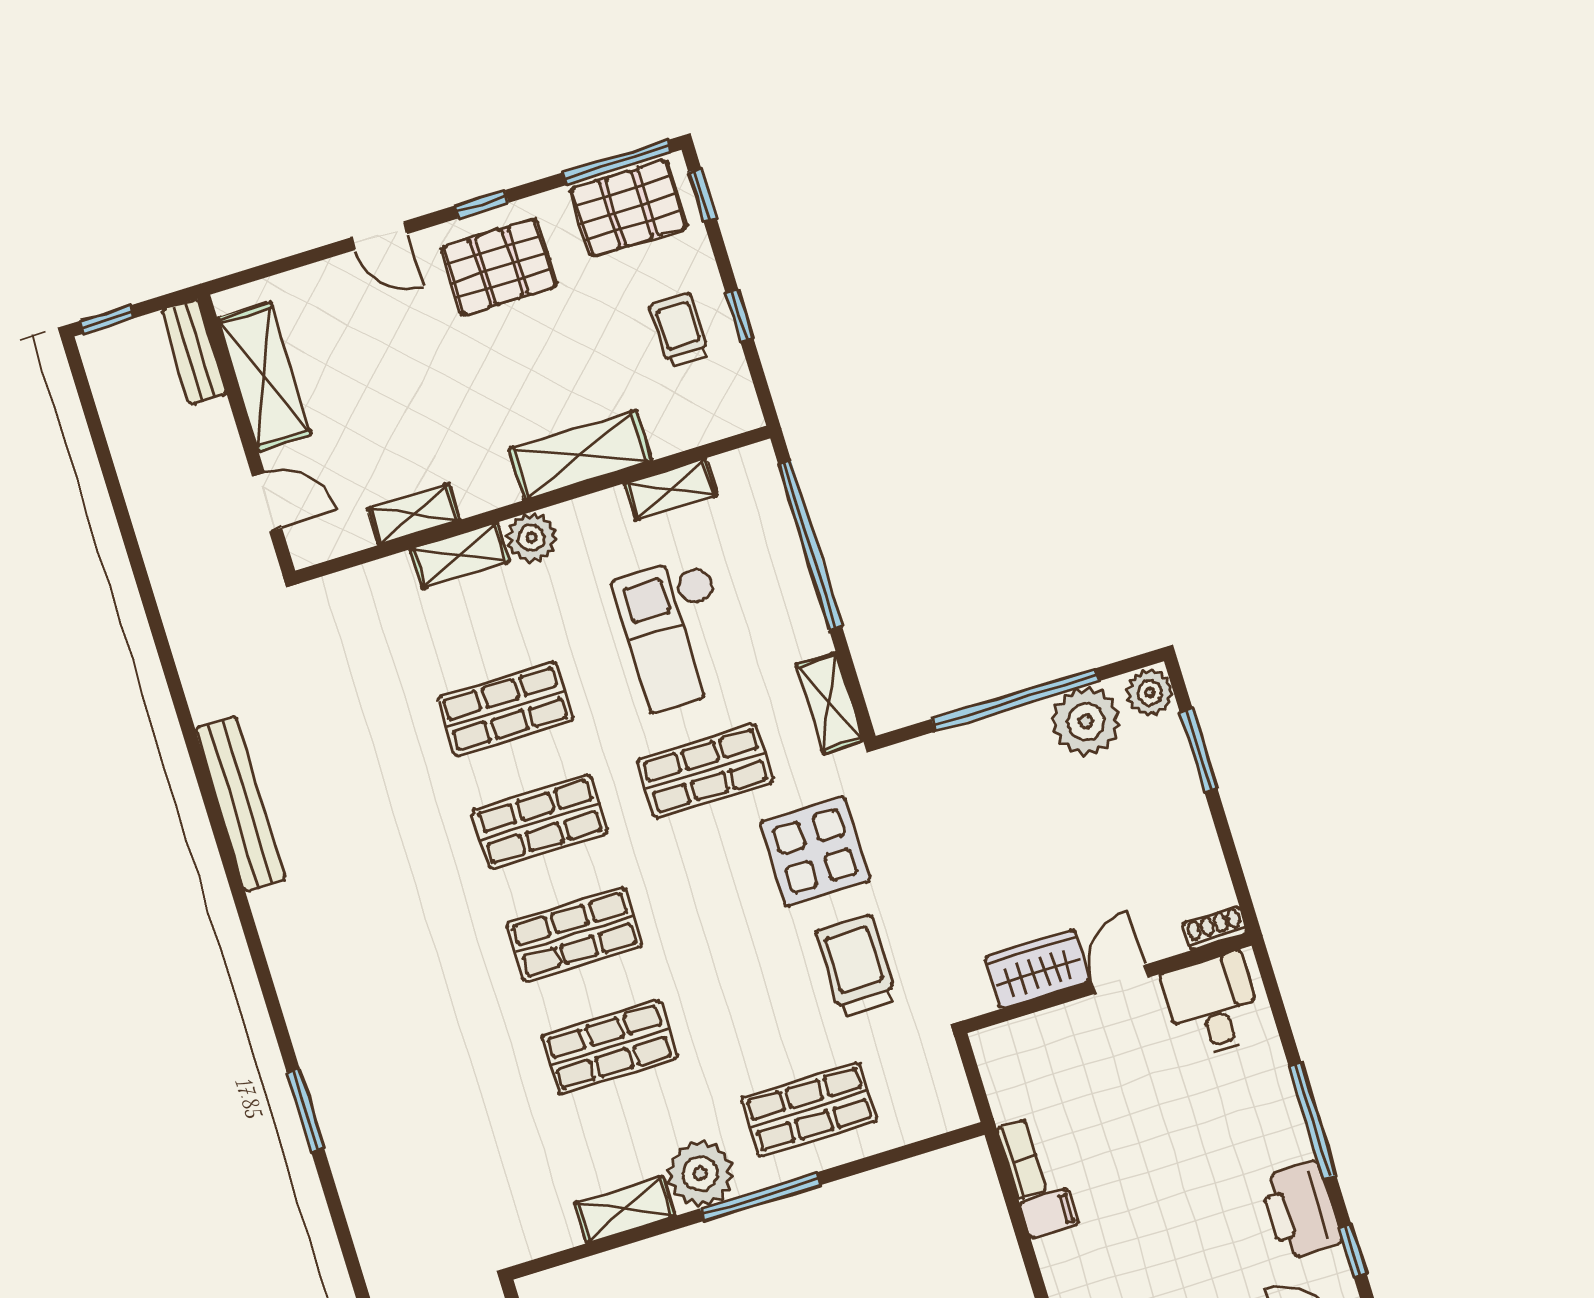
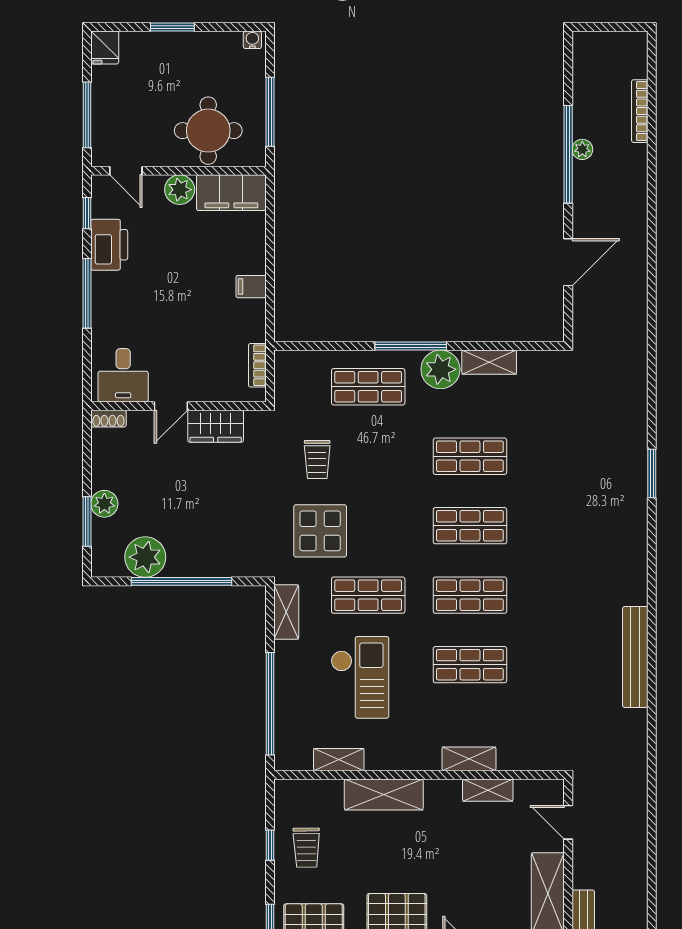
plant: (531, 538) -> (425, 756), removed
plant: (1150, 693) -> (104, 504), moved
trolley: (856, 966) -> (317, 459), width x0.73, depth x0.72
bookcase: (1022, 1159) -> (257, 365), moved

